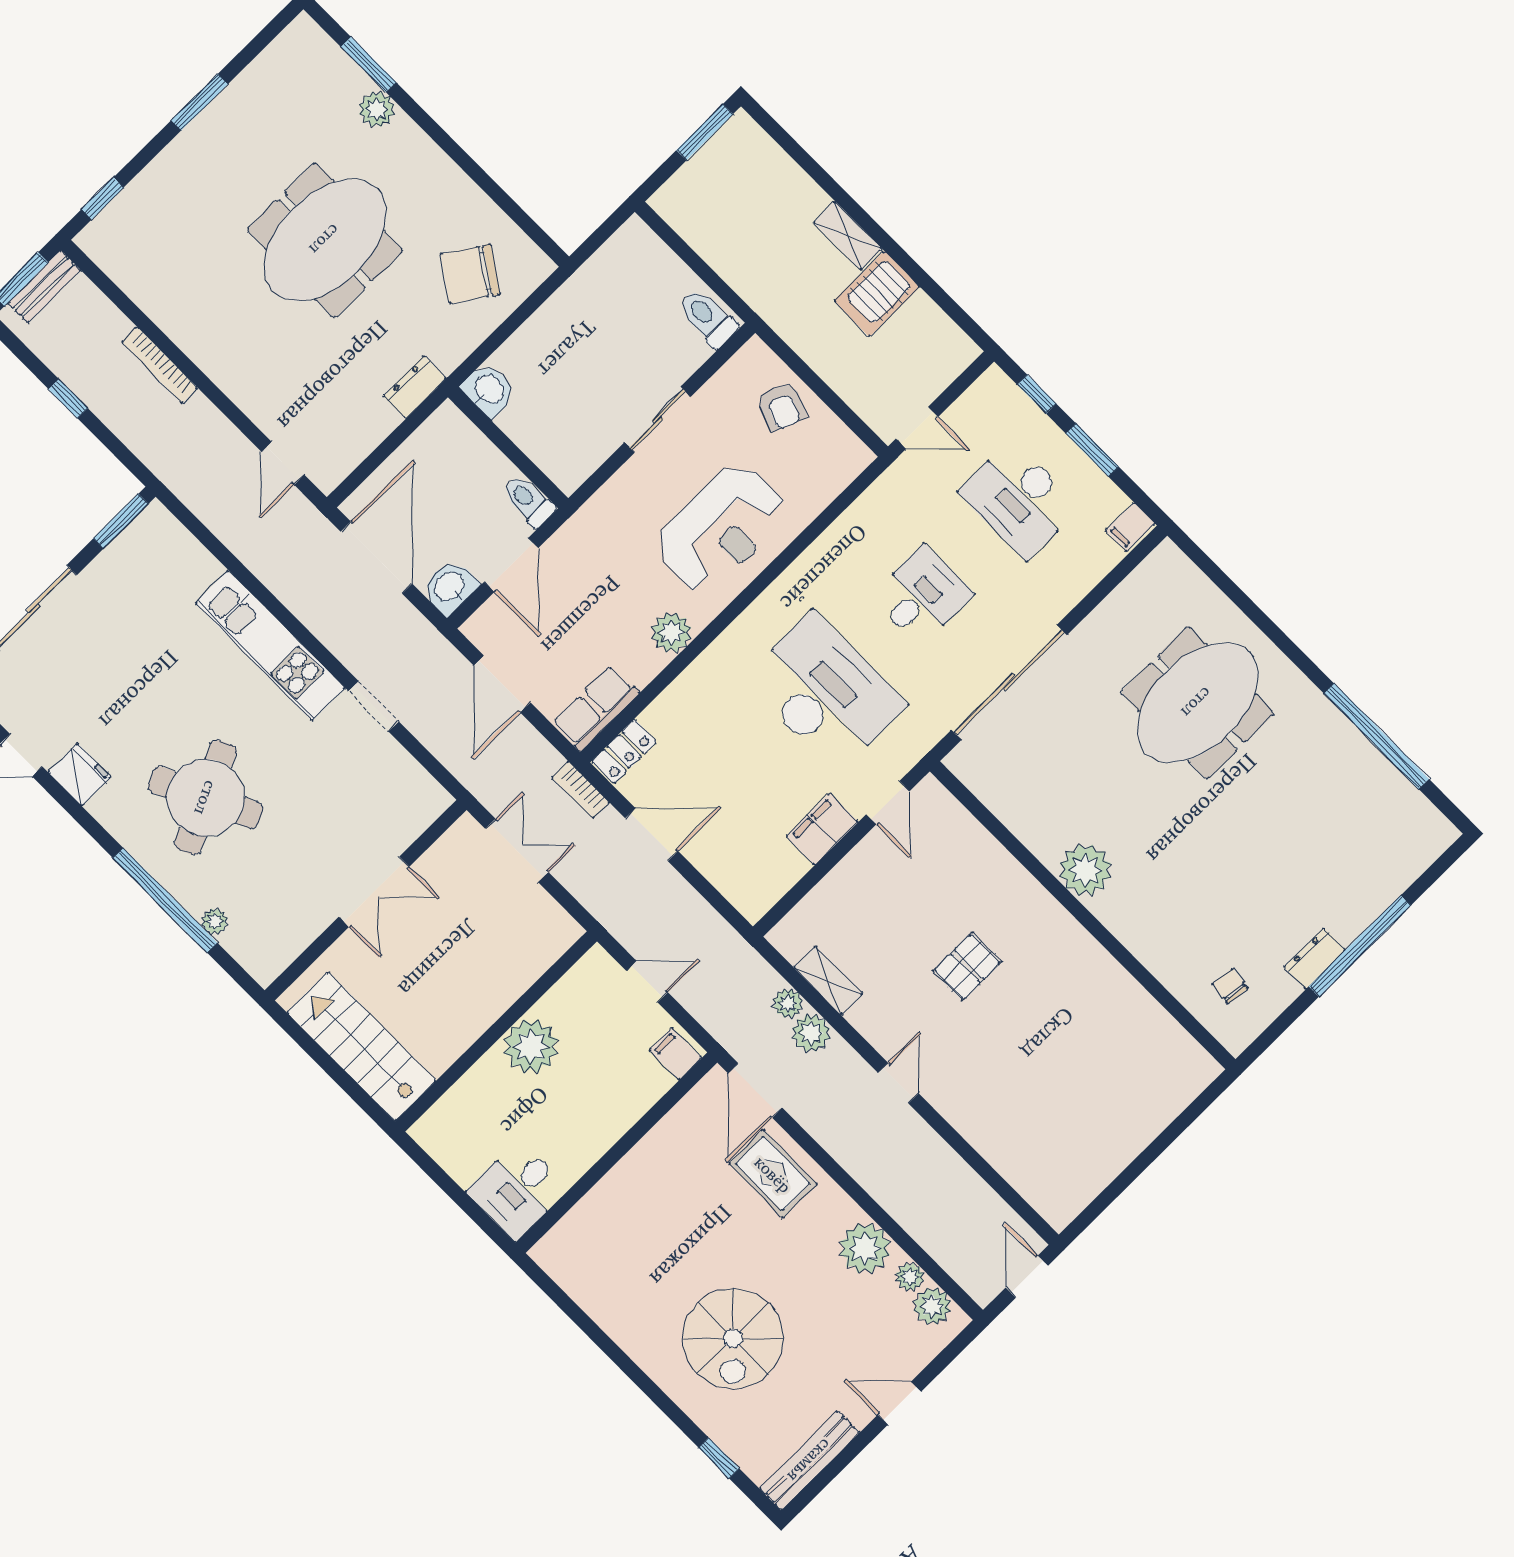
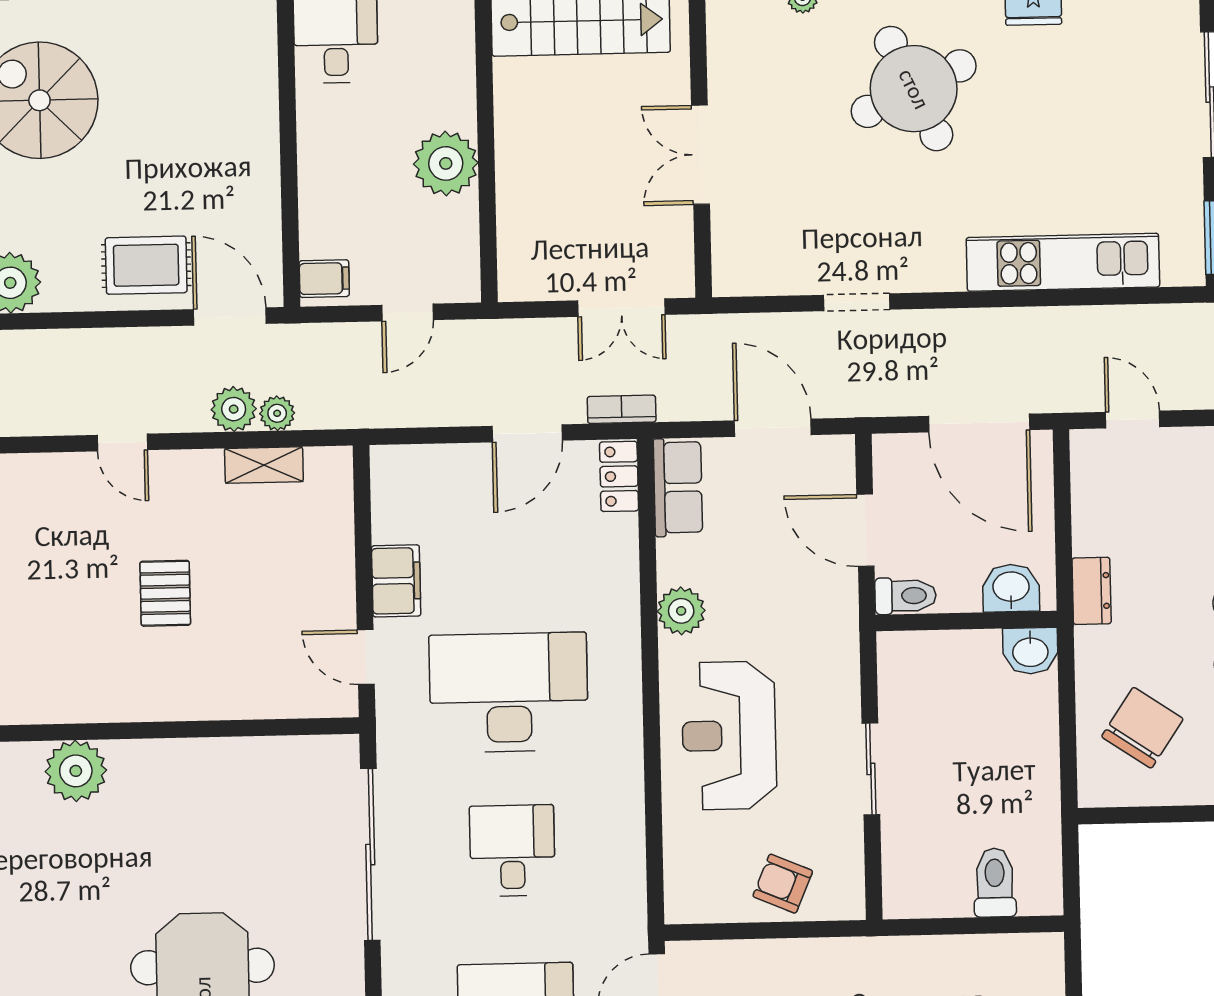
toilet: (708, 318) -> (995, 882), moved, turned -90
washbasin: (450, 587) -> (1011, 588), moved, turned -90
desk: (922, 596) -> (512, 851), turned 180
kitchen unit: (270, 645) -> (1063, 262), moved
desk: (825, 692) -> (509, 692), turned 180
plant: (1085, 870) -> (76, 771), moved

